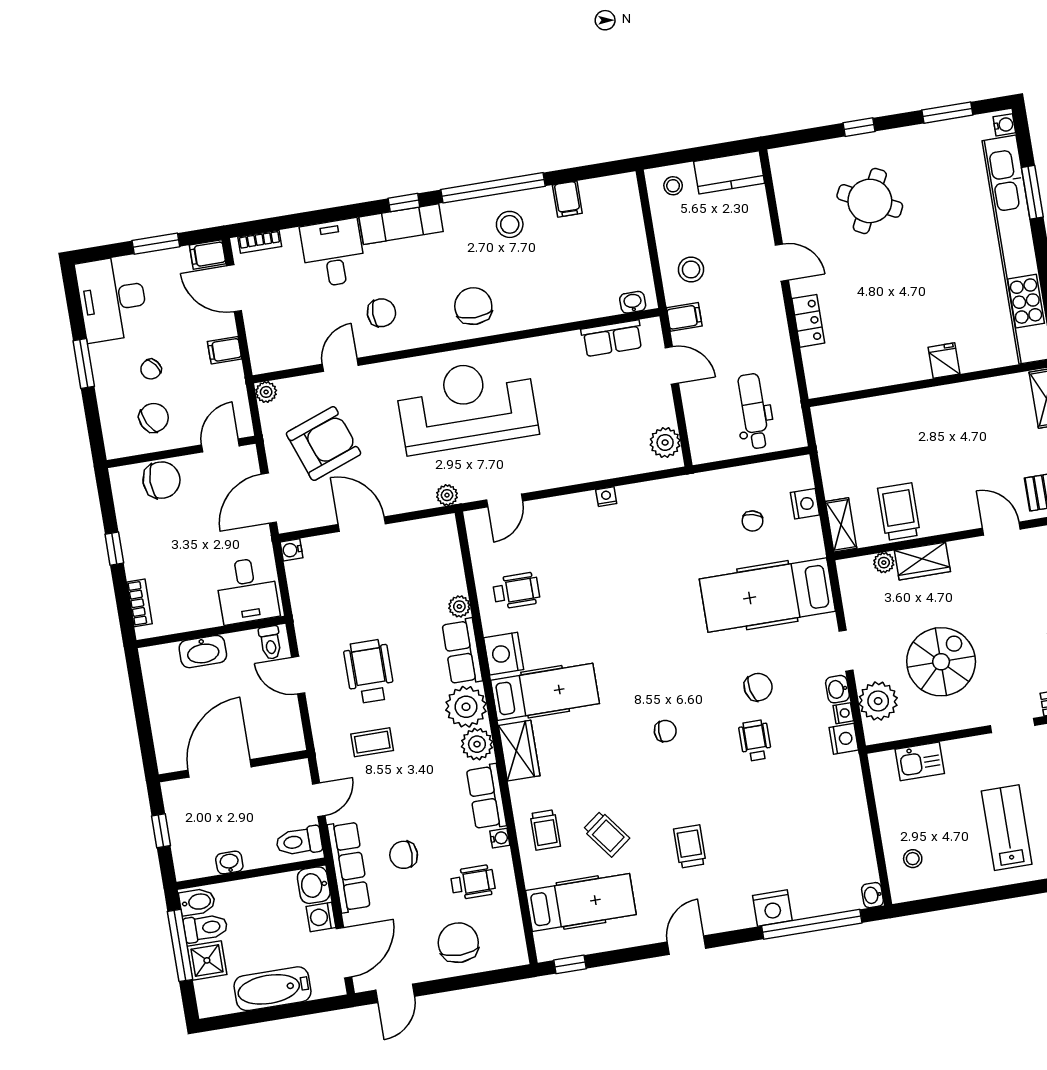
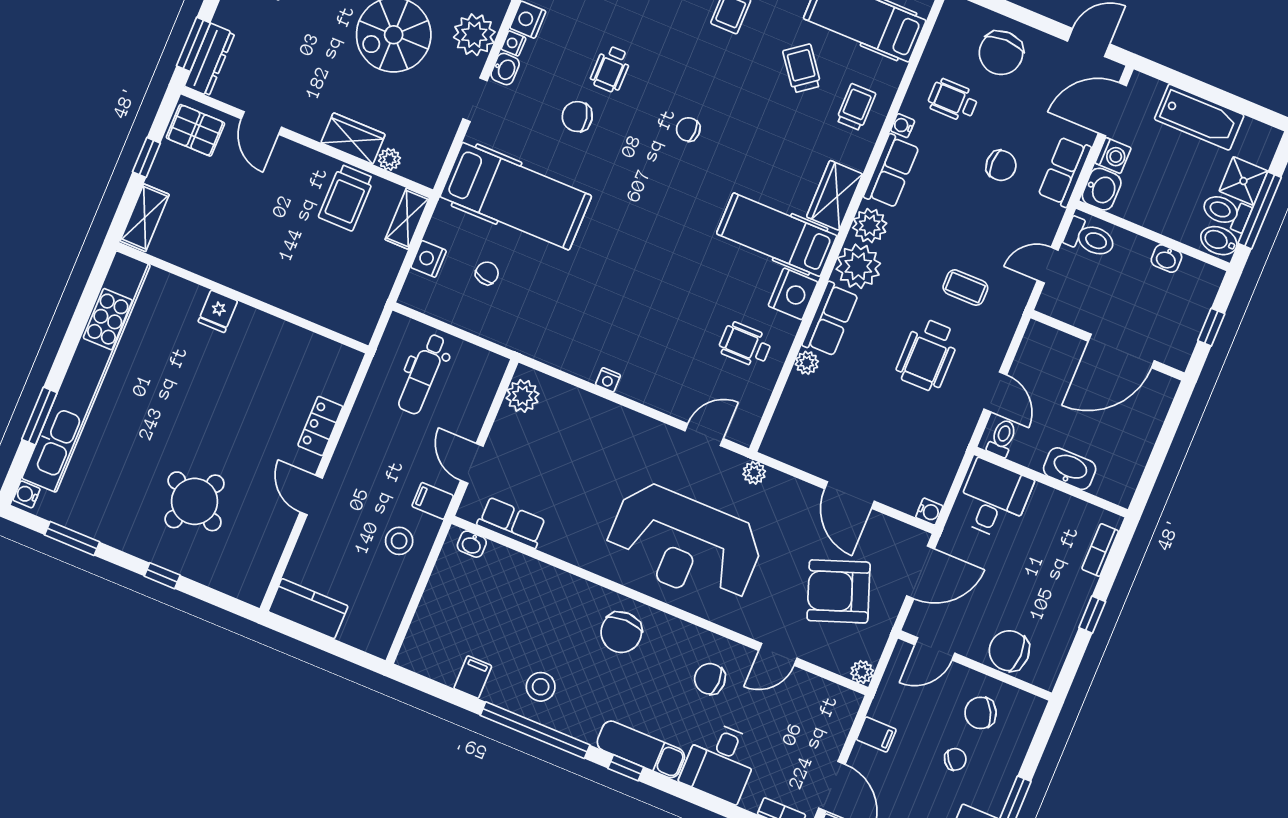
stool: (673, 186) -> (368, 629), removed
row of seats: (349, 867) -> (1065, 172), width x0.68

